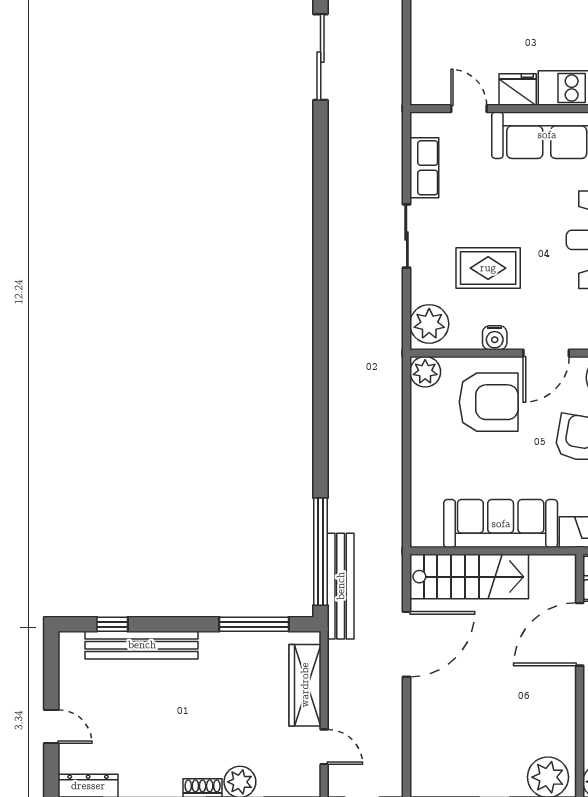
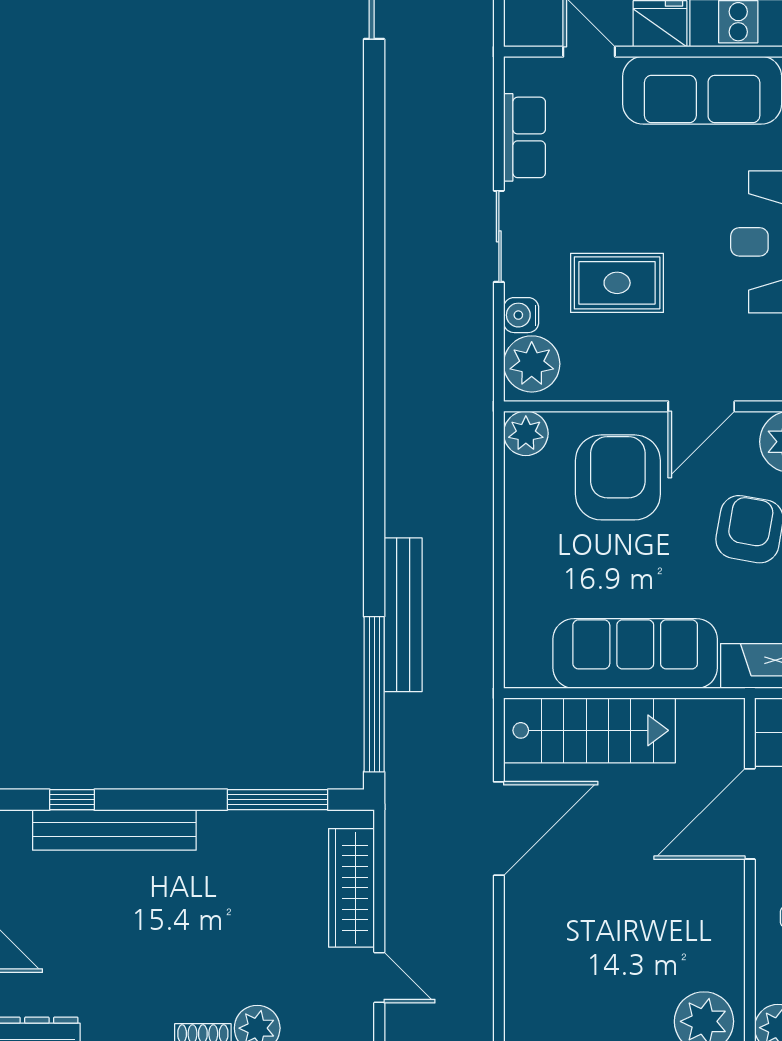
water cooler: (495, 338) -> (521, 315), moved, turned 90
armchair: (489, 402) -> (618, 477), turned -90
bench: (341, 586) -> (403, 615), moved

